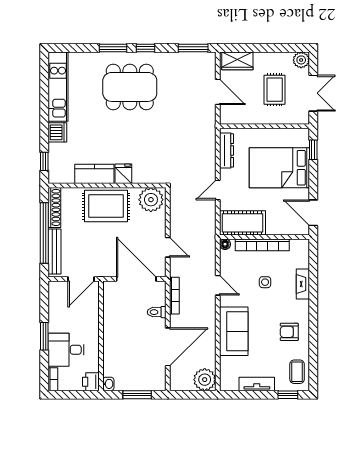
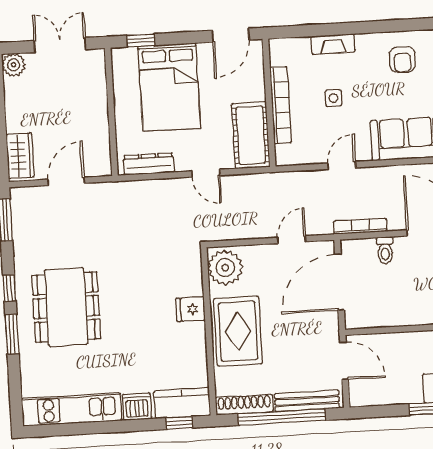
rug: (275, 90) -> (58, 100), removed
kitchen counter: (94, 174) -> (182, 403), moved, turned 90
floor lamp: (225, 244) -> (283, 158), removed

